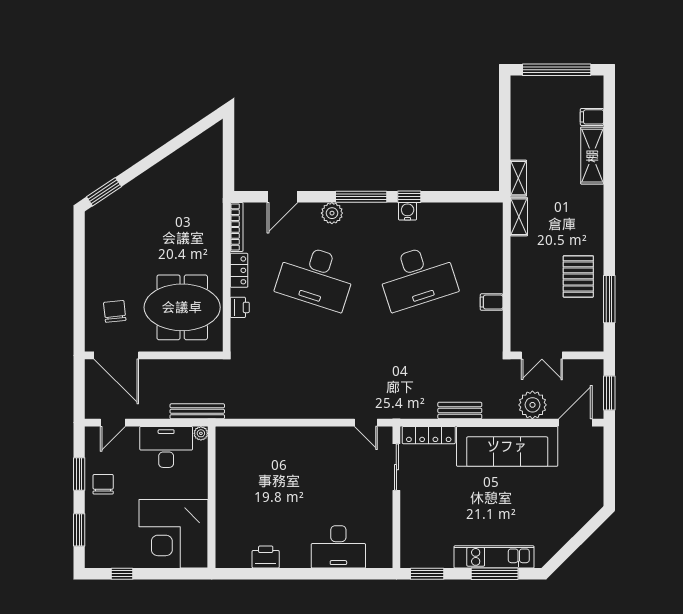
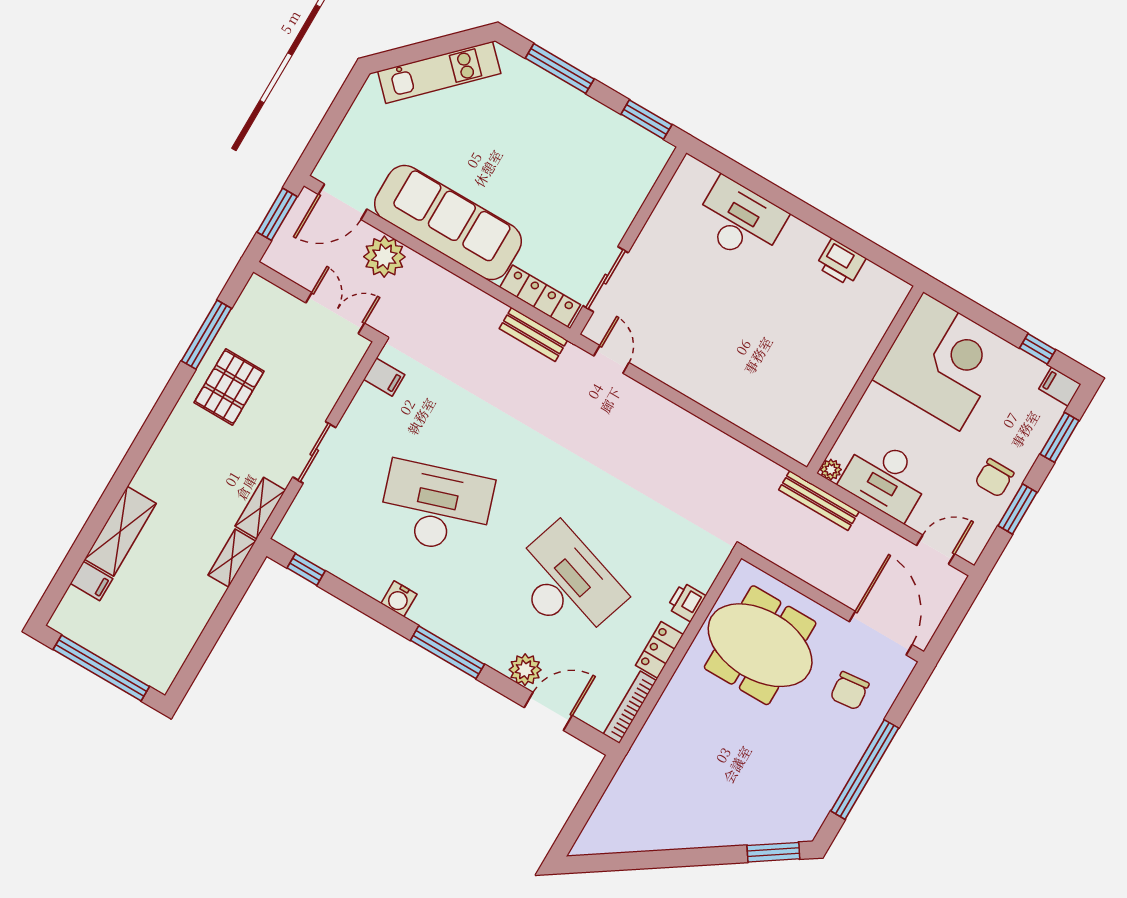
window: (409, 197) -> (306, 569), moved
plant: (332, 213) -> (525, 670), moved
sliding door: (507, 267) -> (314, 452), added
window: (79, 271) -> (865, 770), added
filing cabinet: (492, 302) -> (384, 377), moved
bench: (460, 411) -> (533, 334), moved
kitchen unit: (494, 557) -> (439, 72), moved, turned -45
filing cabinet: (96, 559) -> (1060, 387), added

